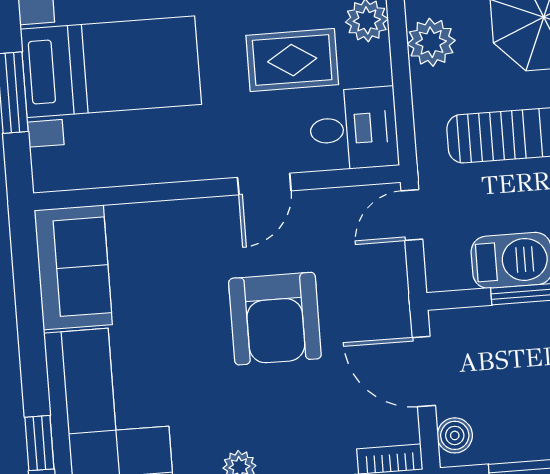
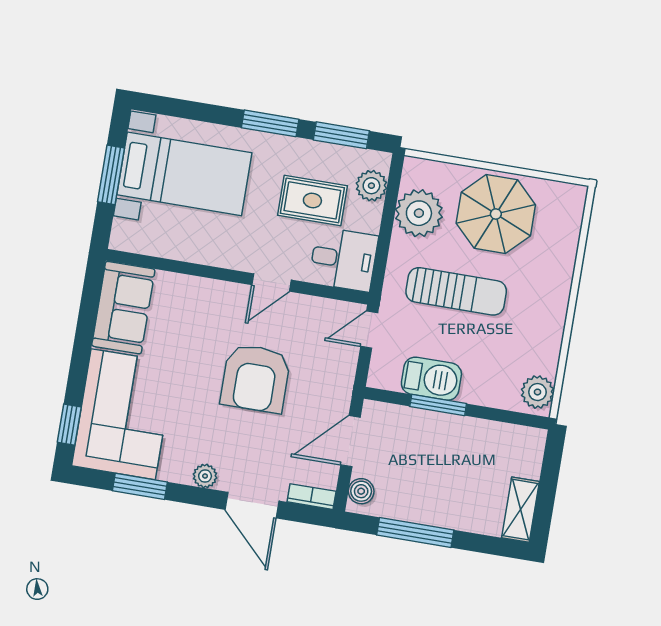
plant: (431, 42) -> (419, 213), width x1.36, depth x1.36
door: (424, 371) -> (351, 441), hinge flipped

